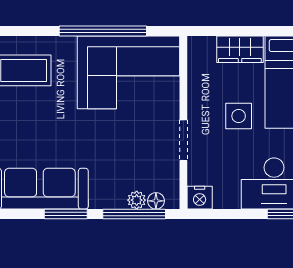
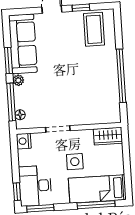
wardrobe: (240, 49) -> (108, 136), moved, turned -90
corner sofa: (129, 72) -> (97, 93), removed
plant: (137, 200) -> (18, 80), moved

